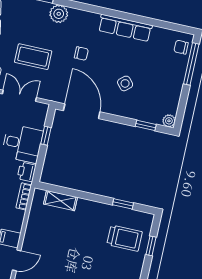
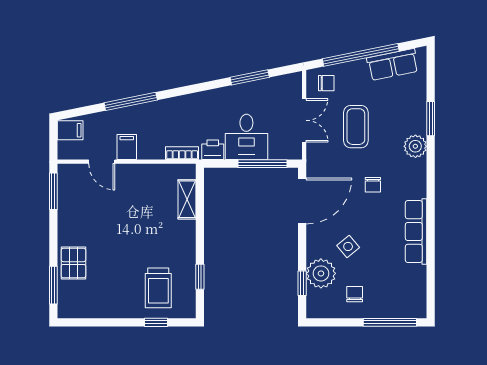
chair: (181, 47) -> (355, 294), moved
plant: (169, 121) -> (321, 273), moved, width x1.88, depth x1.88
window: (46, 136) -> (262, 164), width x2.17

